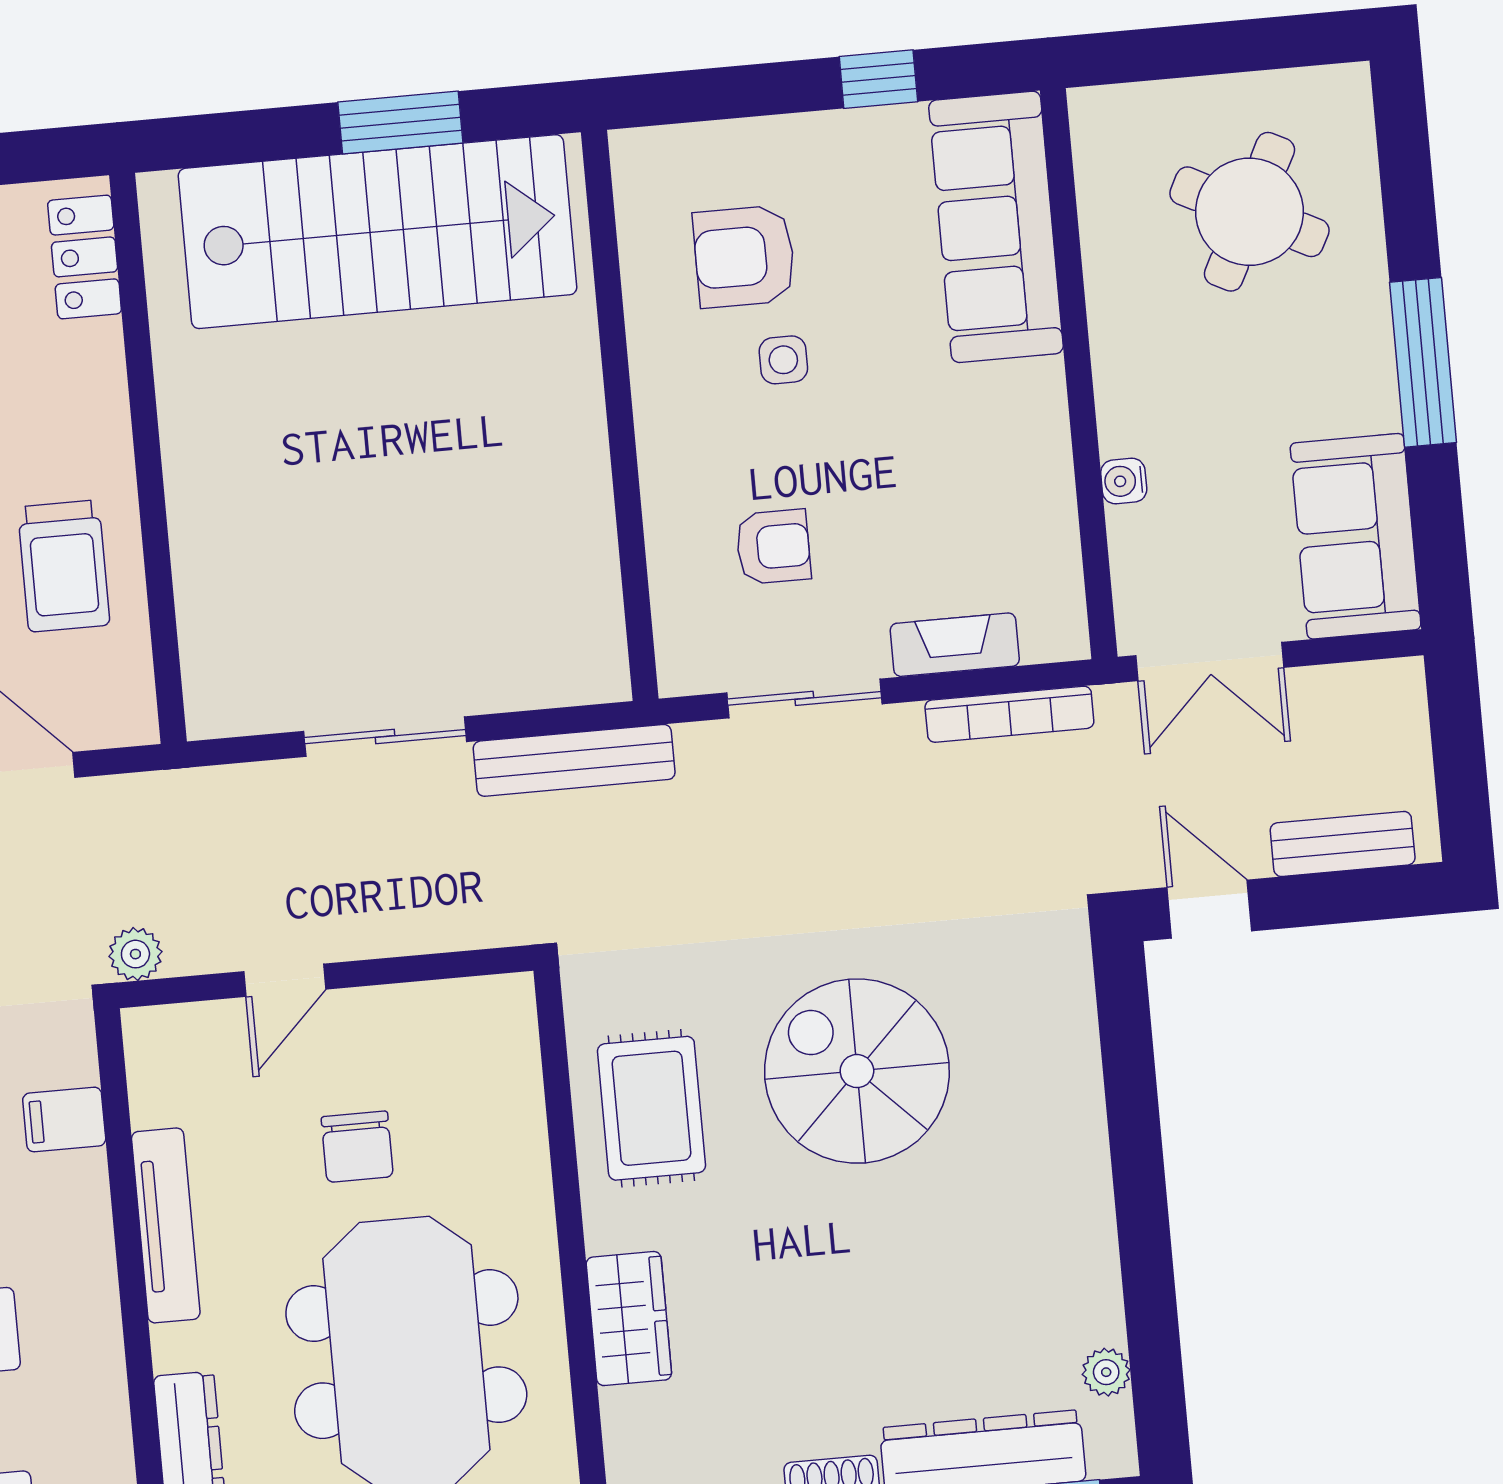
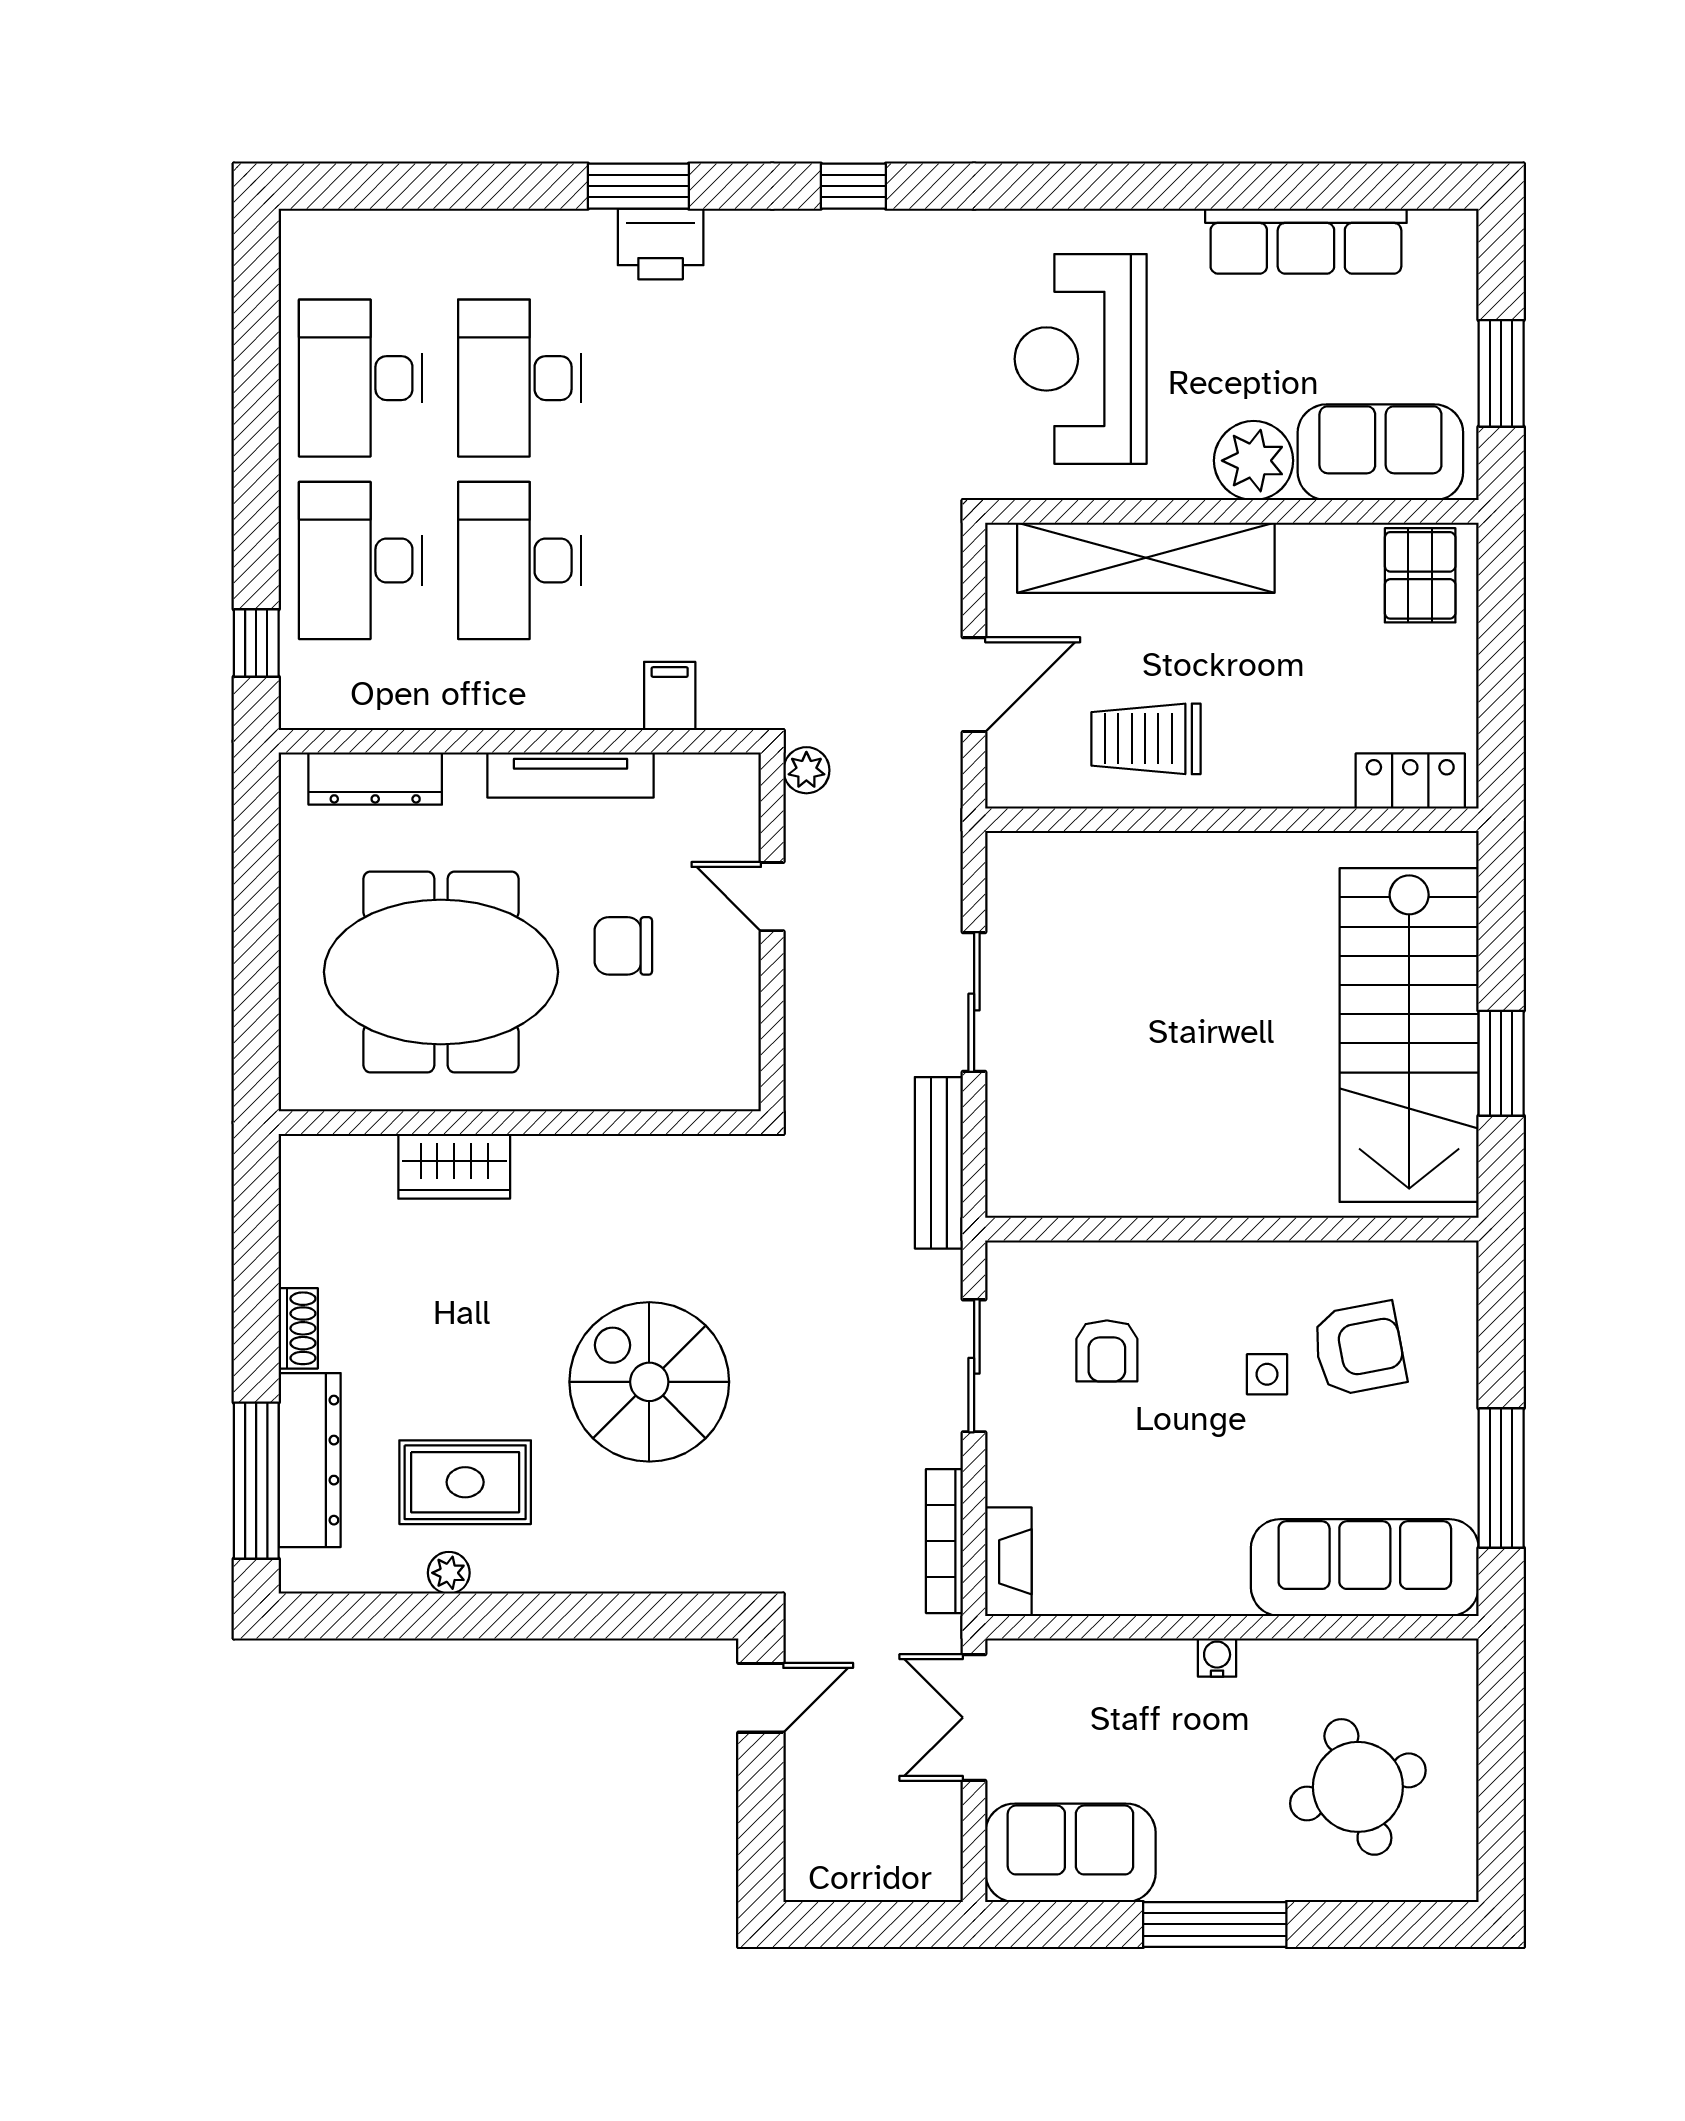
window: (878, 79) -> (1501, 1478), width x2.17
round table: (1249, 212) -> (1358, 1787), turned 45
armchair: (744, 256) -> (1359, 1349), turned 79
water cooler: (1124, 481) -> (1217, 1658), moved
fireplace: (955, 645) -> (1008, 1562), moved
bench: (1343, 844) -> (807, 1818), removed
spiral stairs: (857, 1071) -> (649, 1382), turned -90
rug: (651, 1108) -> (465, 1482), moved
plant: (1106, 1372) -> (449, 1573), moved

